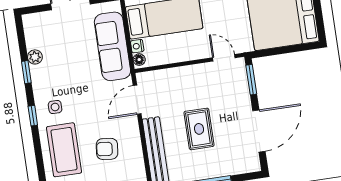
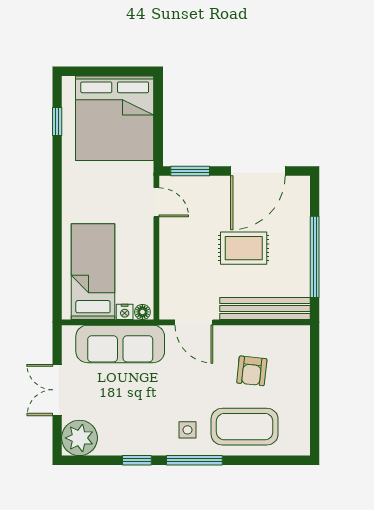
plant: (35, 57) -> (80, 438), moved, width x1.87, depth x1.87
door: (224, 58) -> (156, 202), swing flipped
window: (33, 116) -> (194, 460), width x2.17
door: (259, 131) -> (258, 171), swing flipped

